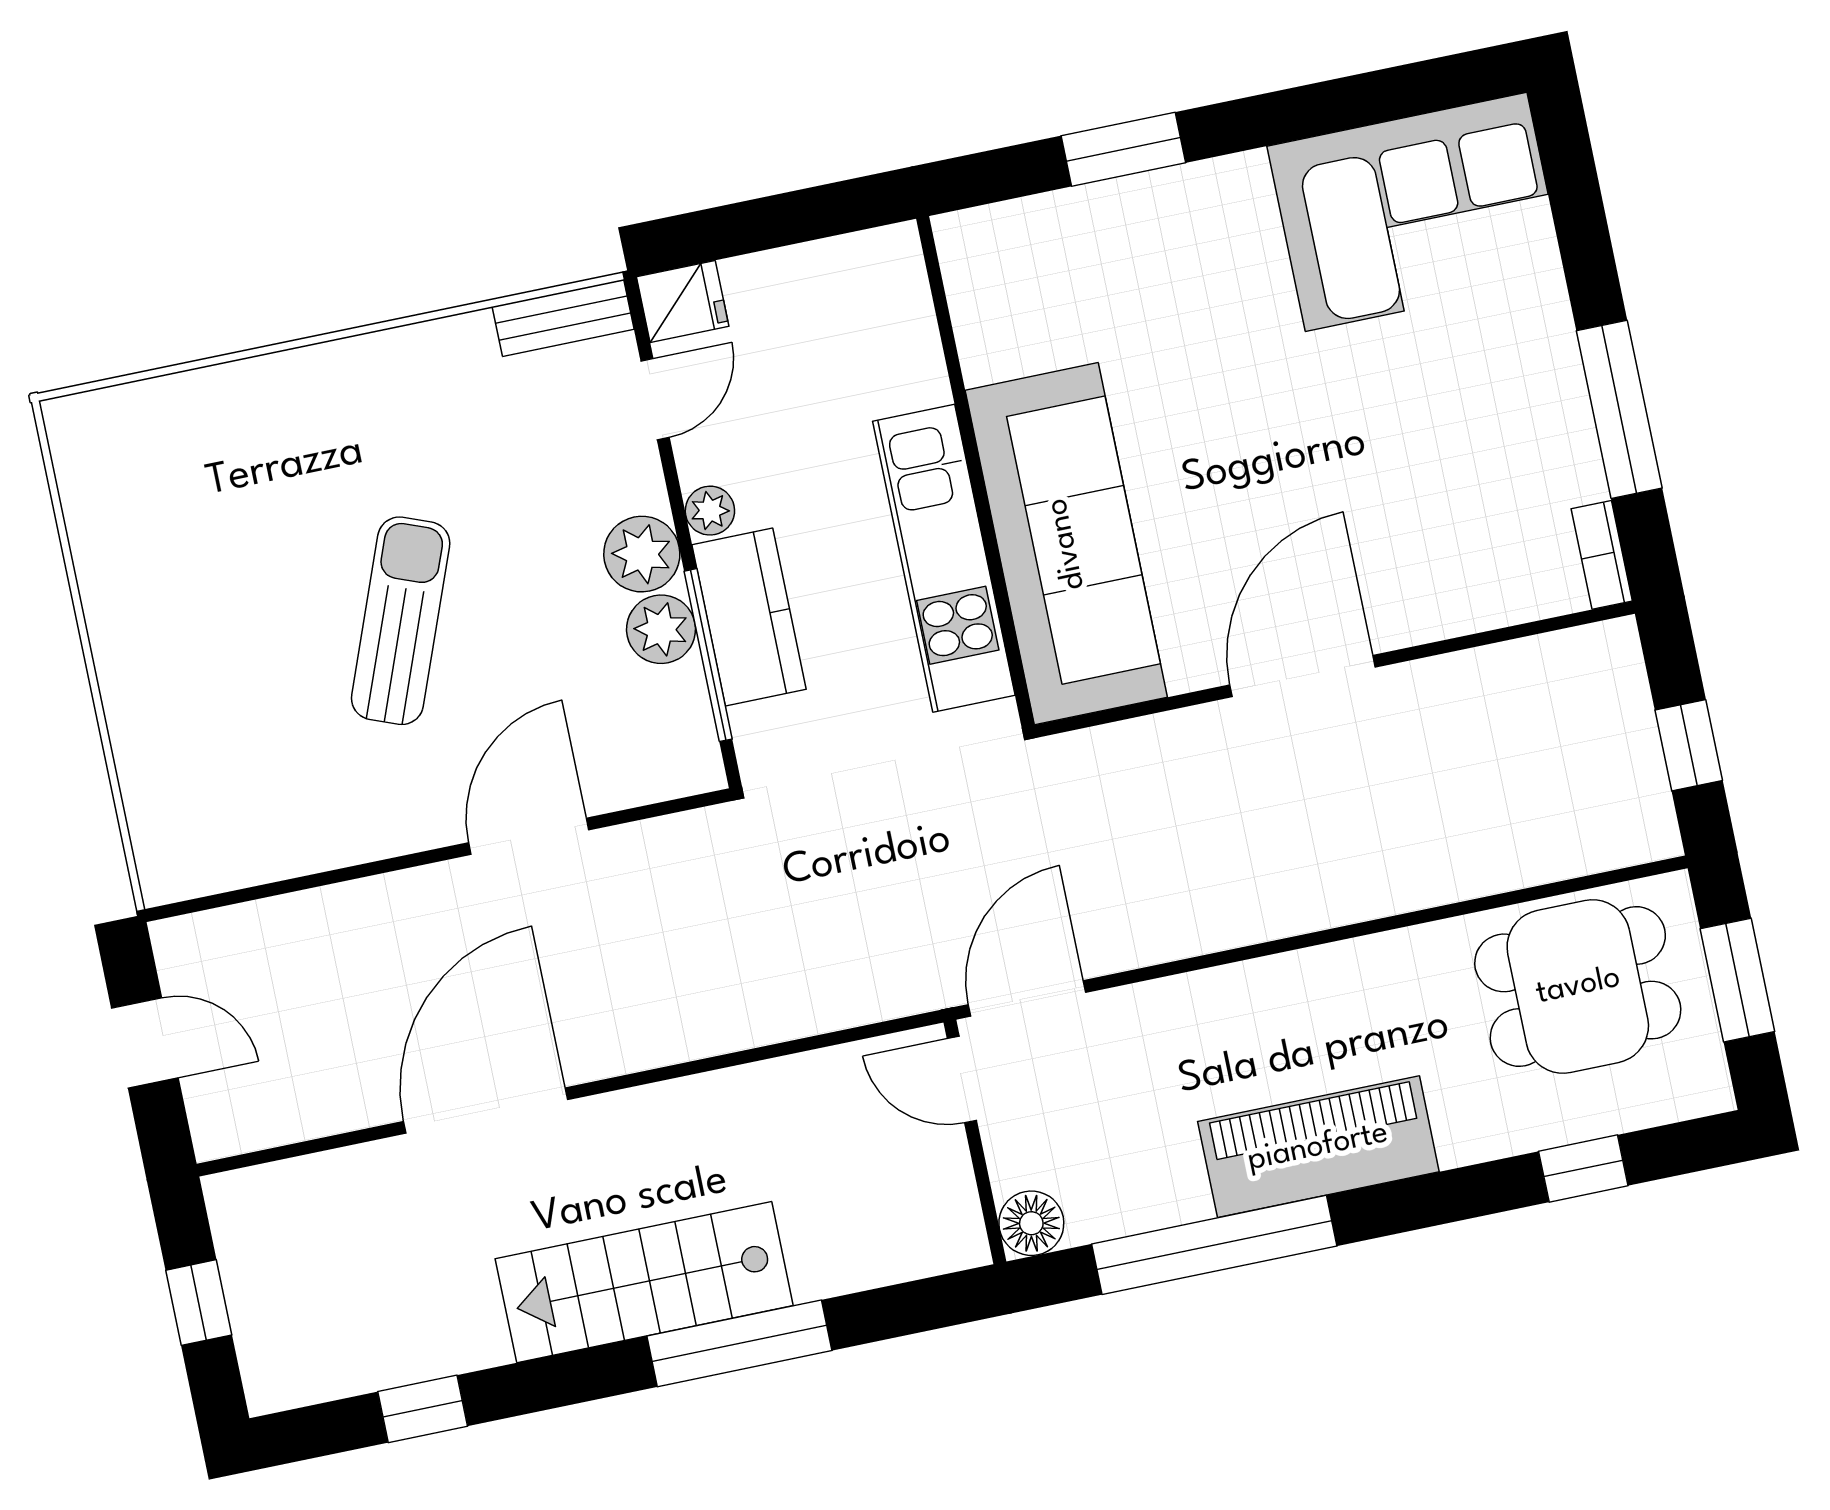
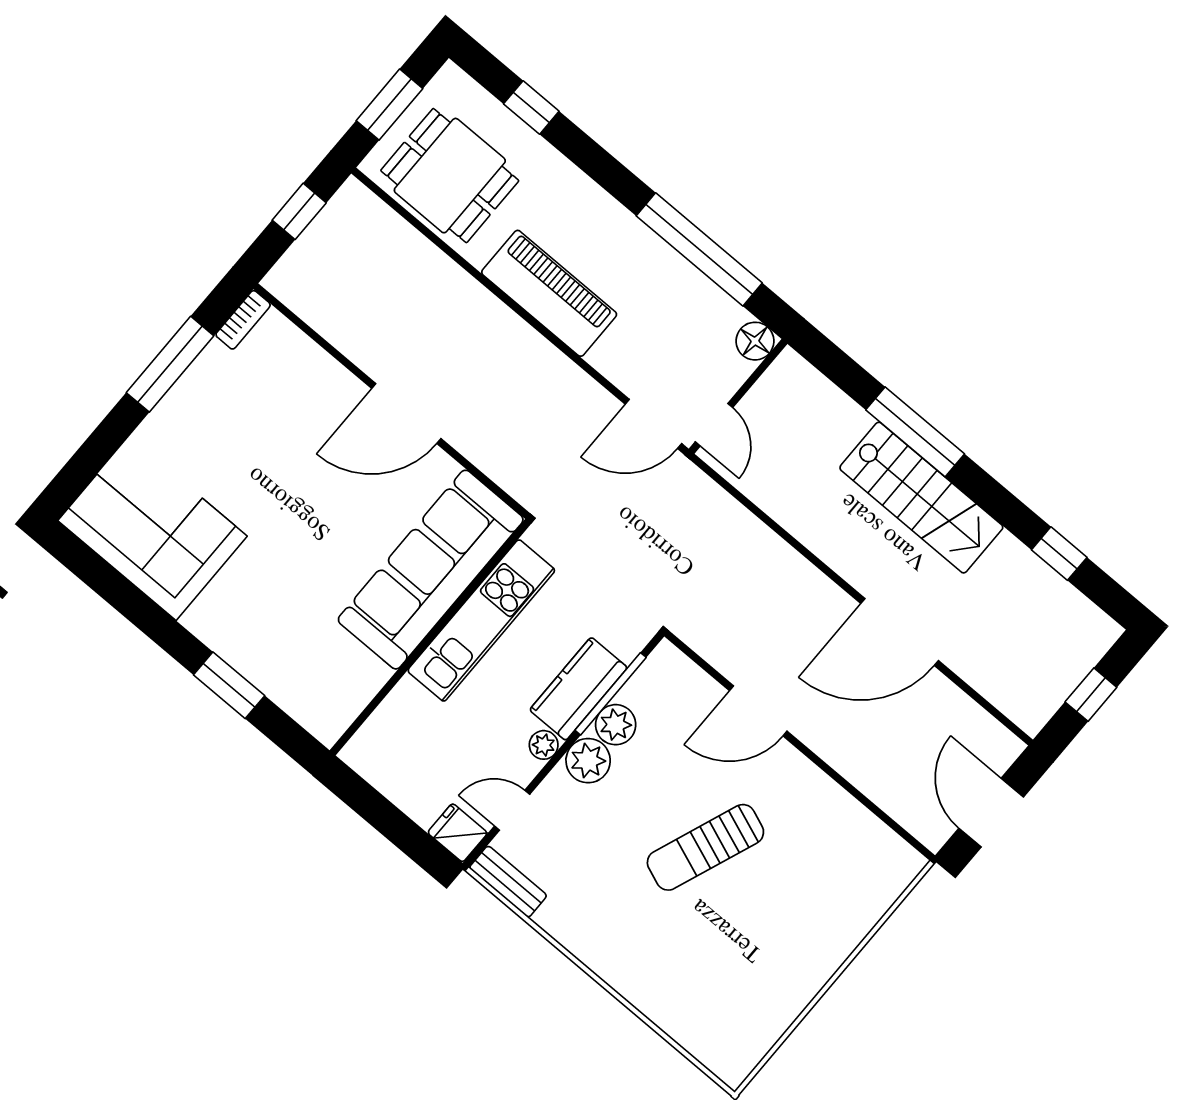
door: (145, 1043) -> (991, 813), width x1.38
piano: (1318, 1147) -> (549, 293), moved, turned 180

